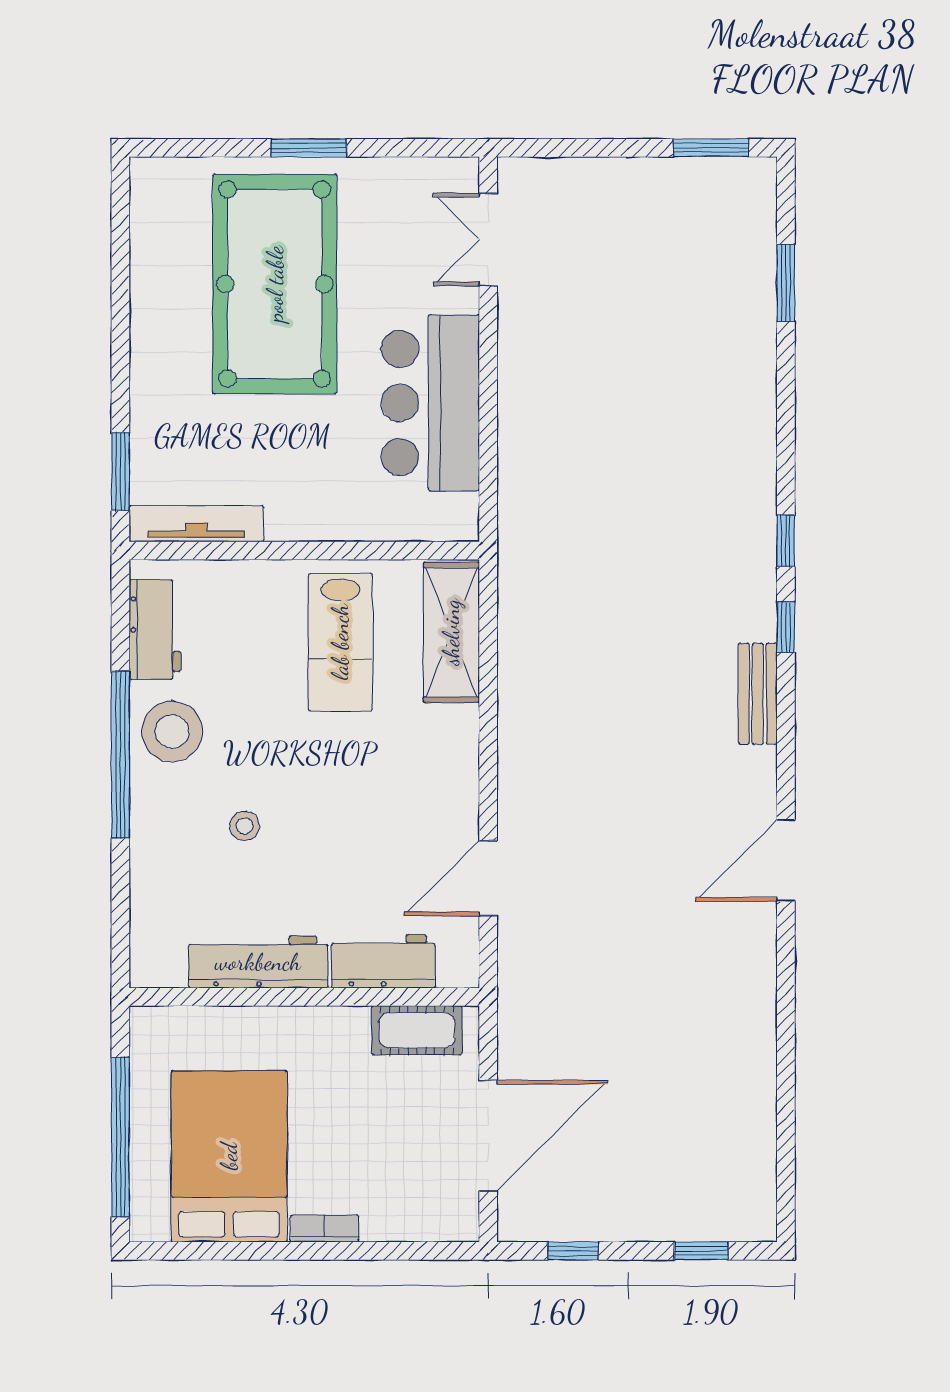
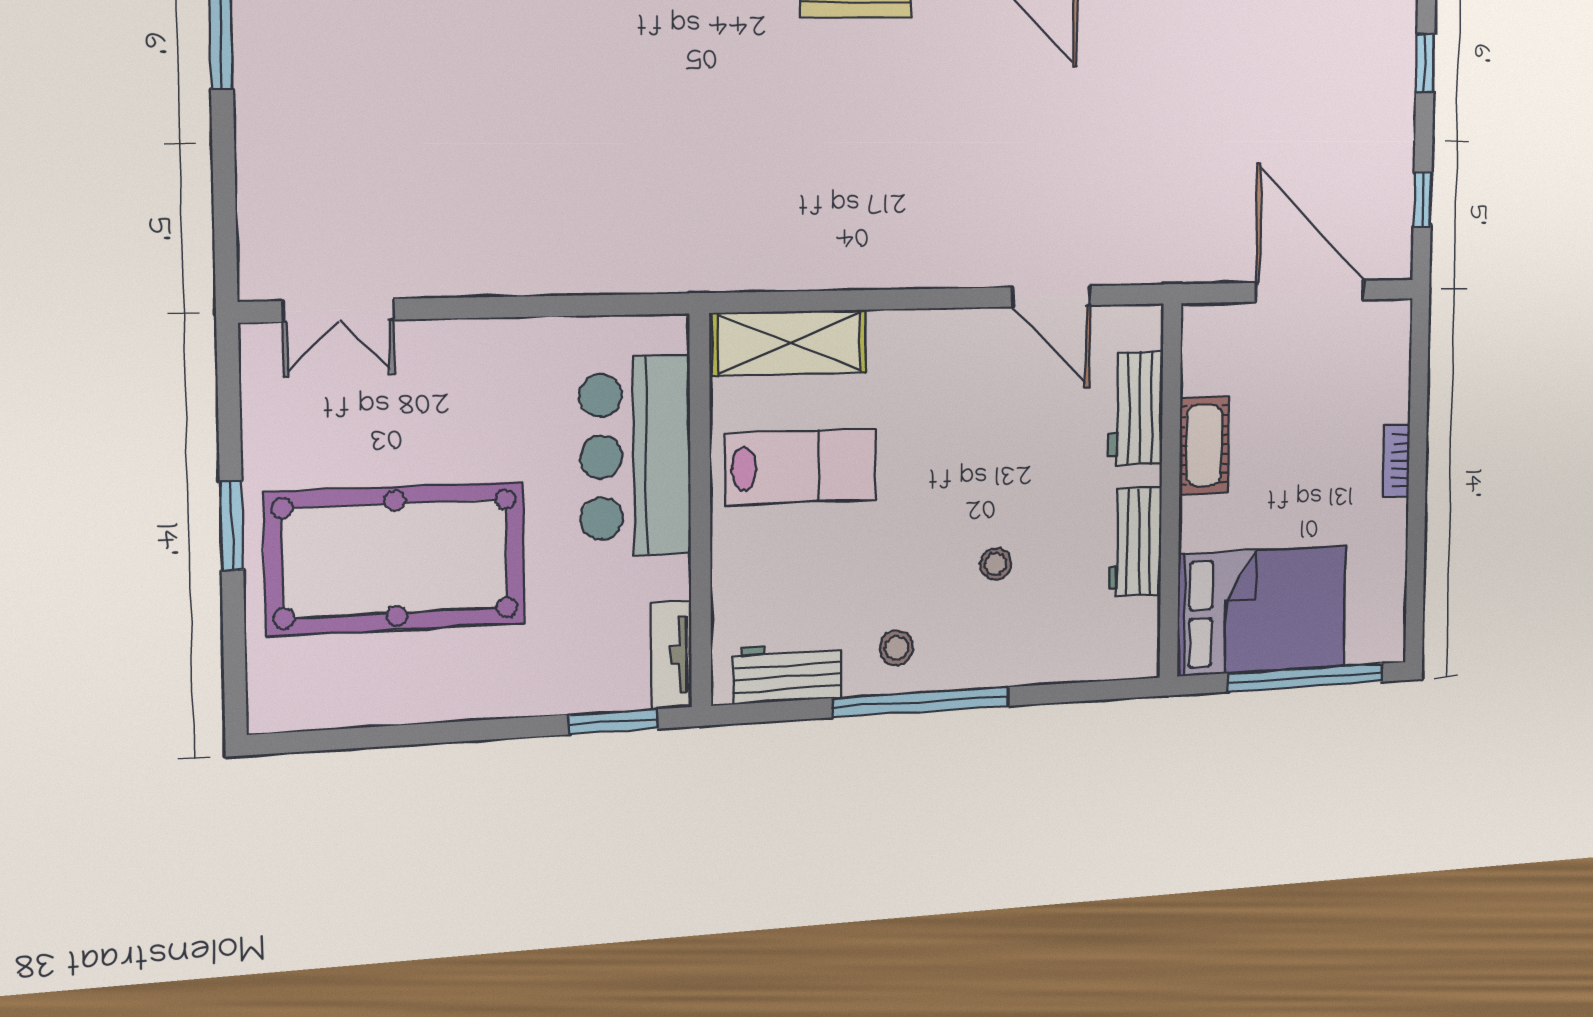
bar counter: (430, 403) -> (635, 456), moved, turned 90
tv unit: (196, 524) -> (671, 655), width x0.71
stool: (172, 731) -> (896, 648), width x0.53, depth x0.53
workbench: (258, 962) -> (1135, 542), width x0.73
cot: (417, 1030) -> (1204, 445), moved
bed: (229, 1156) -> (1262, 611), moved, turned 180

